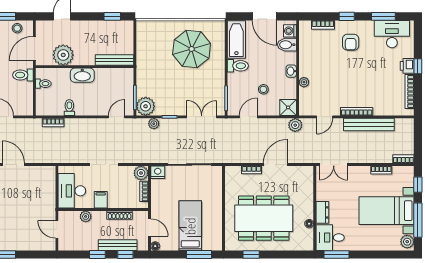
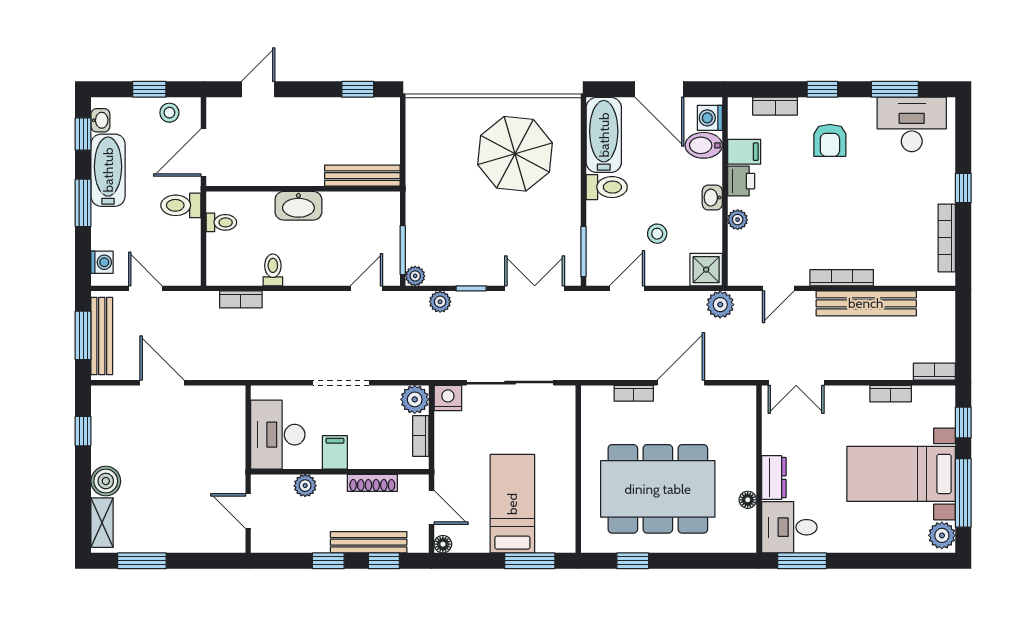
filing cabinet: (307, 48) -> (744, 152), added
plant: (63, 55) -> (261, 166), removed
printer: (407, 66) -> (741, 181), moved, turned 180
plant: (146, 106) -> (415, 276), width x0.53, depth x0.53

